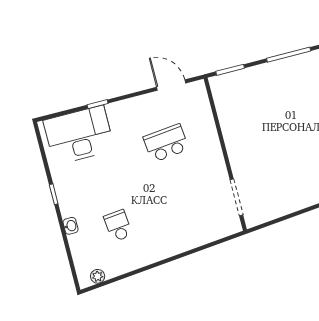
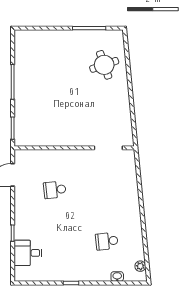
desk: (79, 135) -> (28, 253), width x0.53, depth x0.77
school desk: (166, 143) -> (55, 190), width x0.54
washbasin: (71, 226) -> (117, 277), moved

